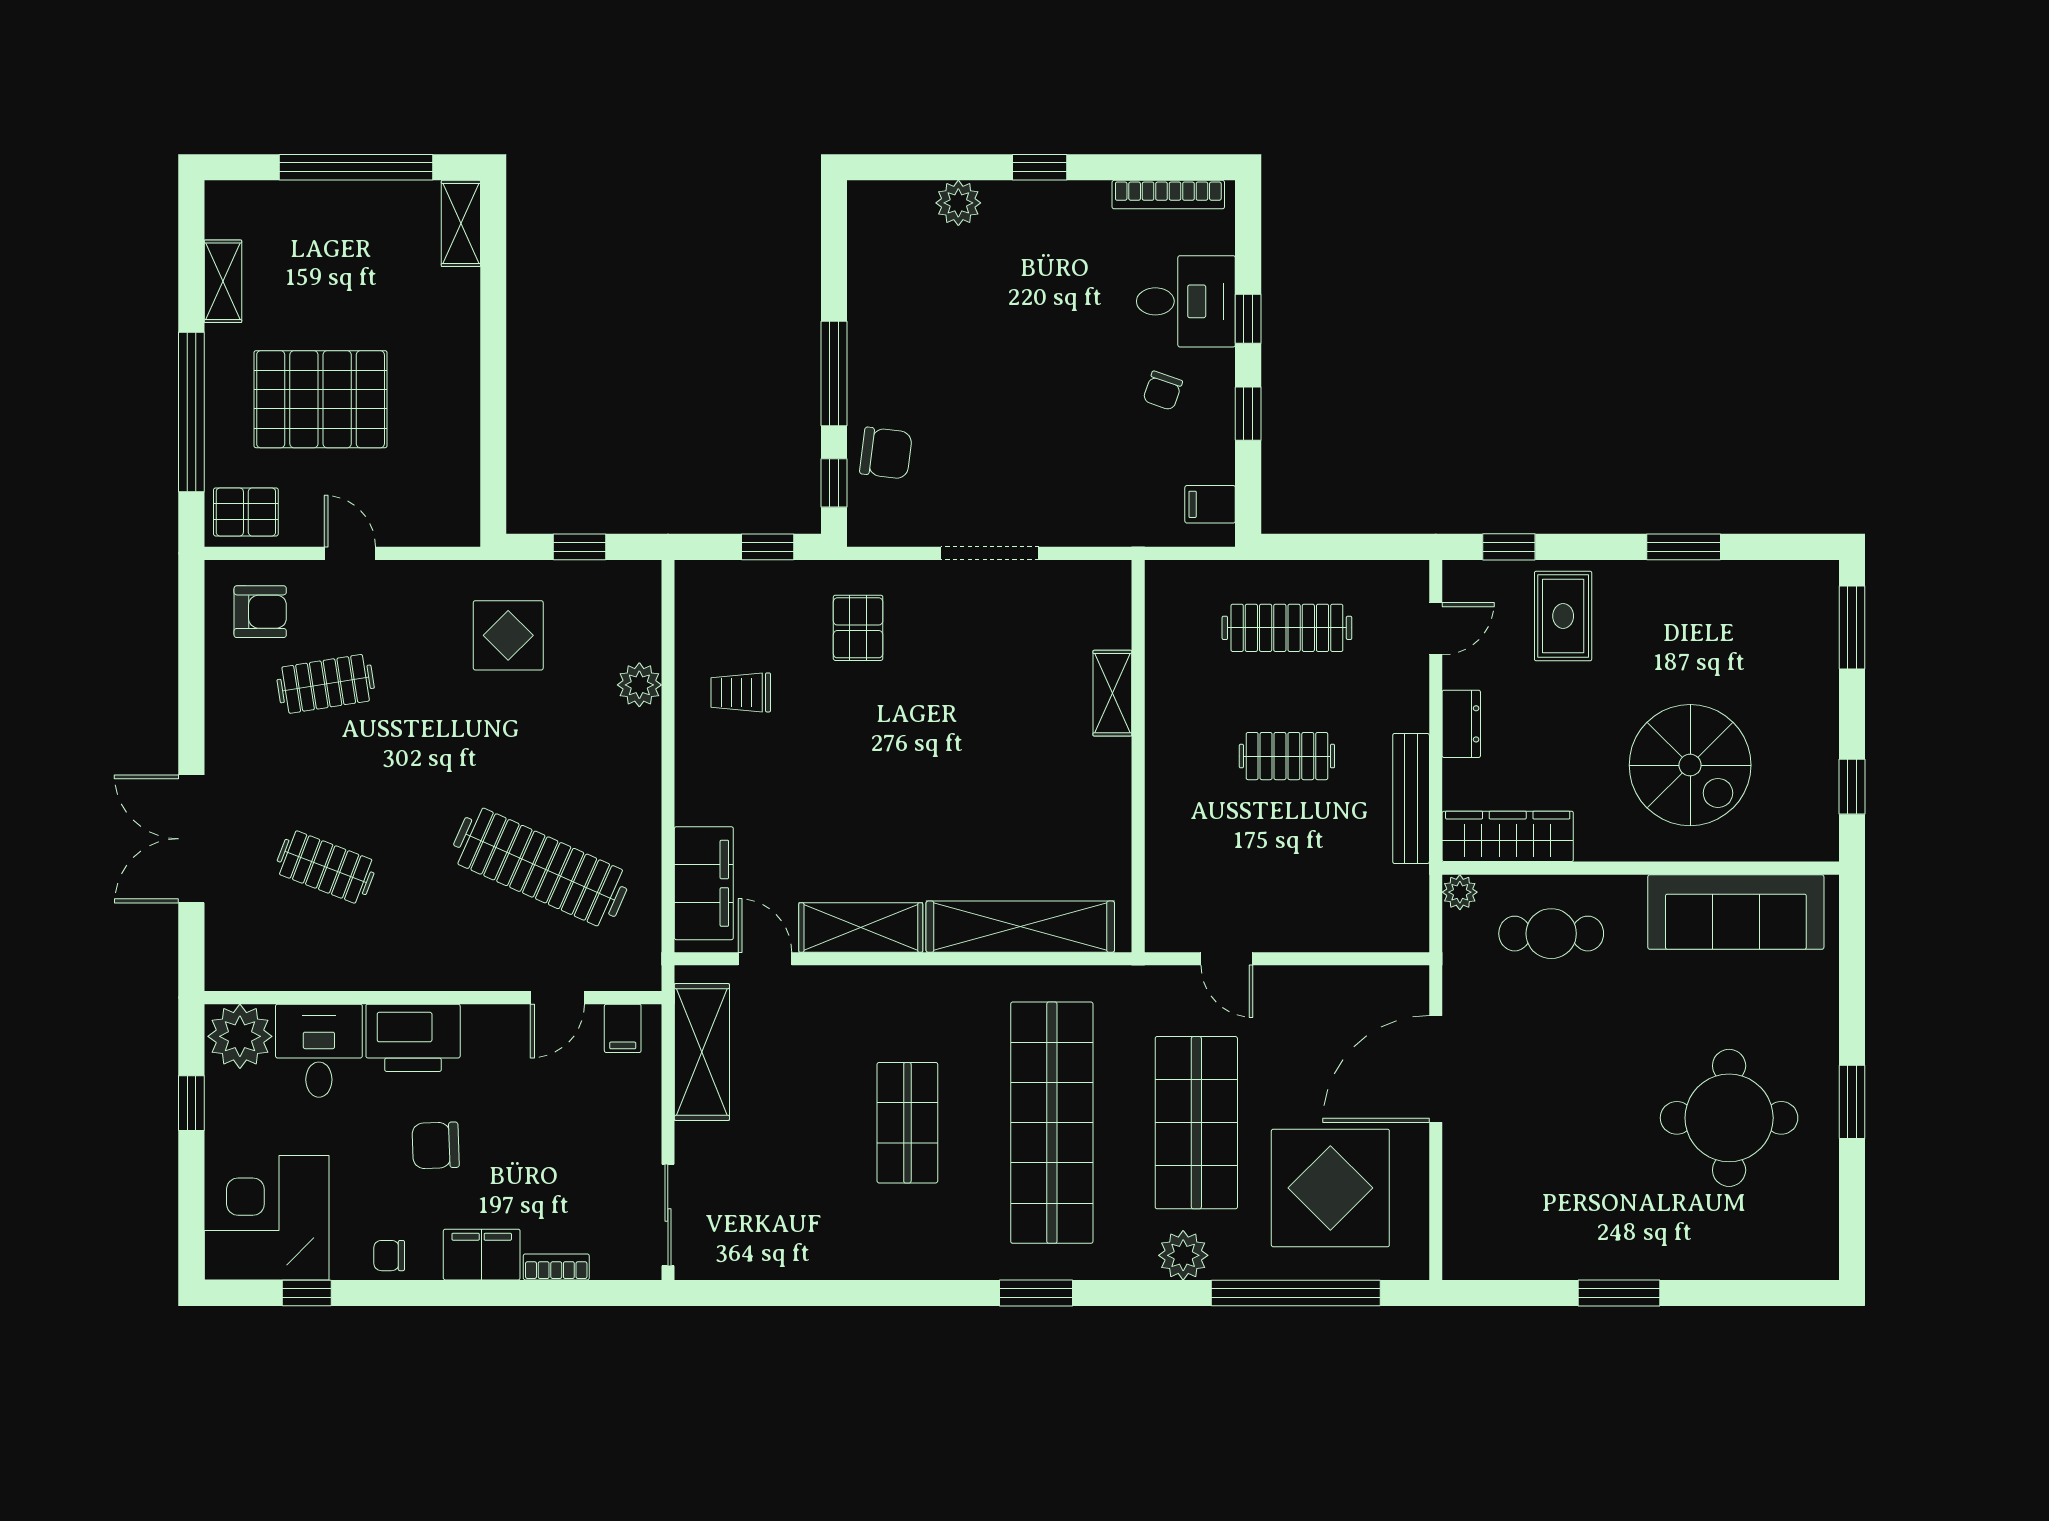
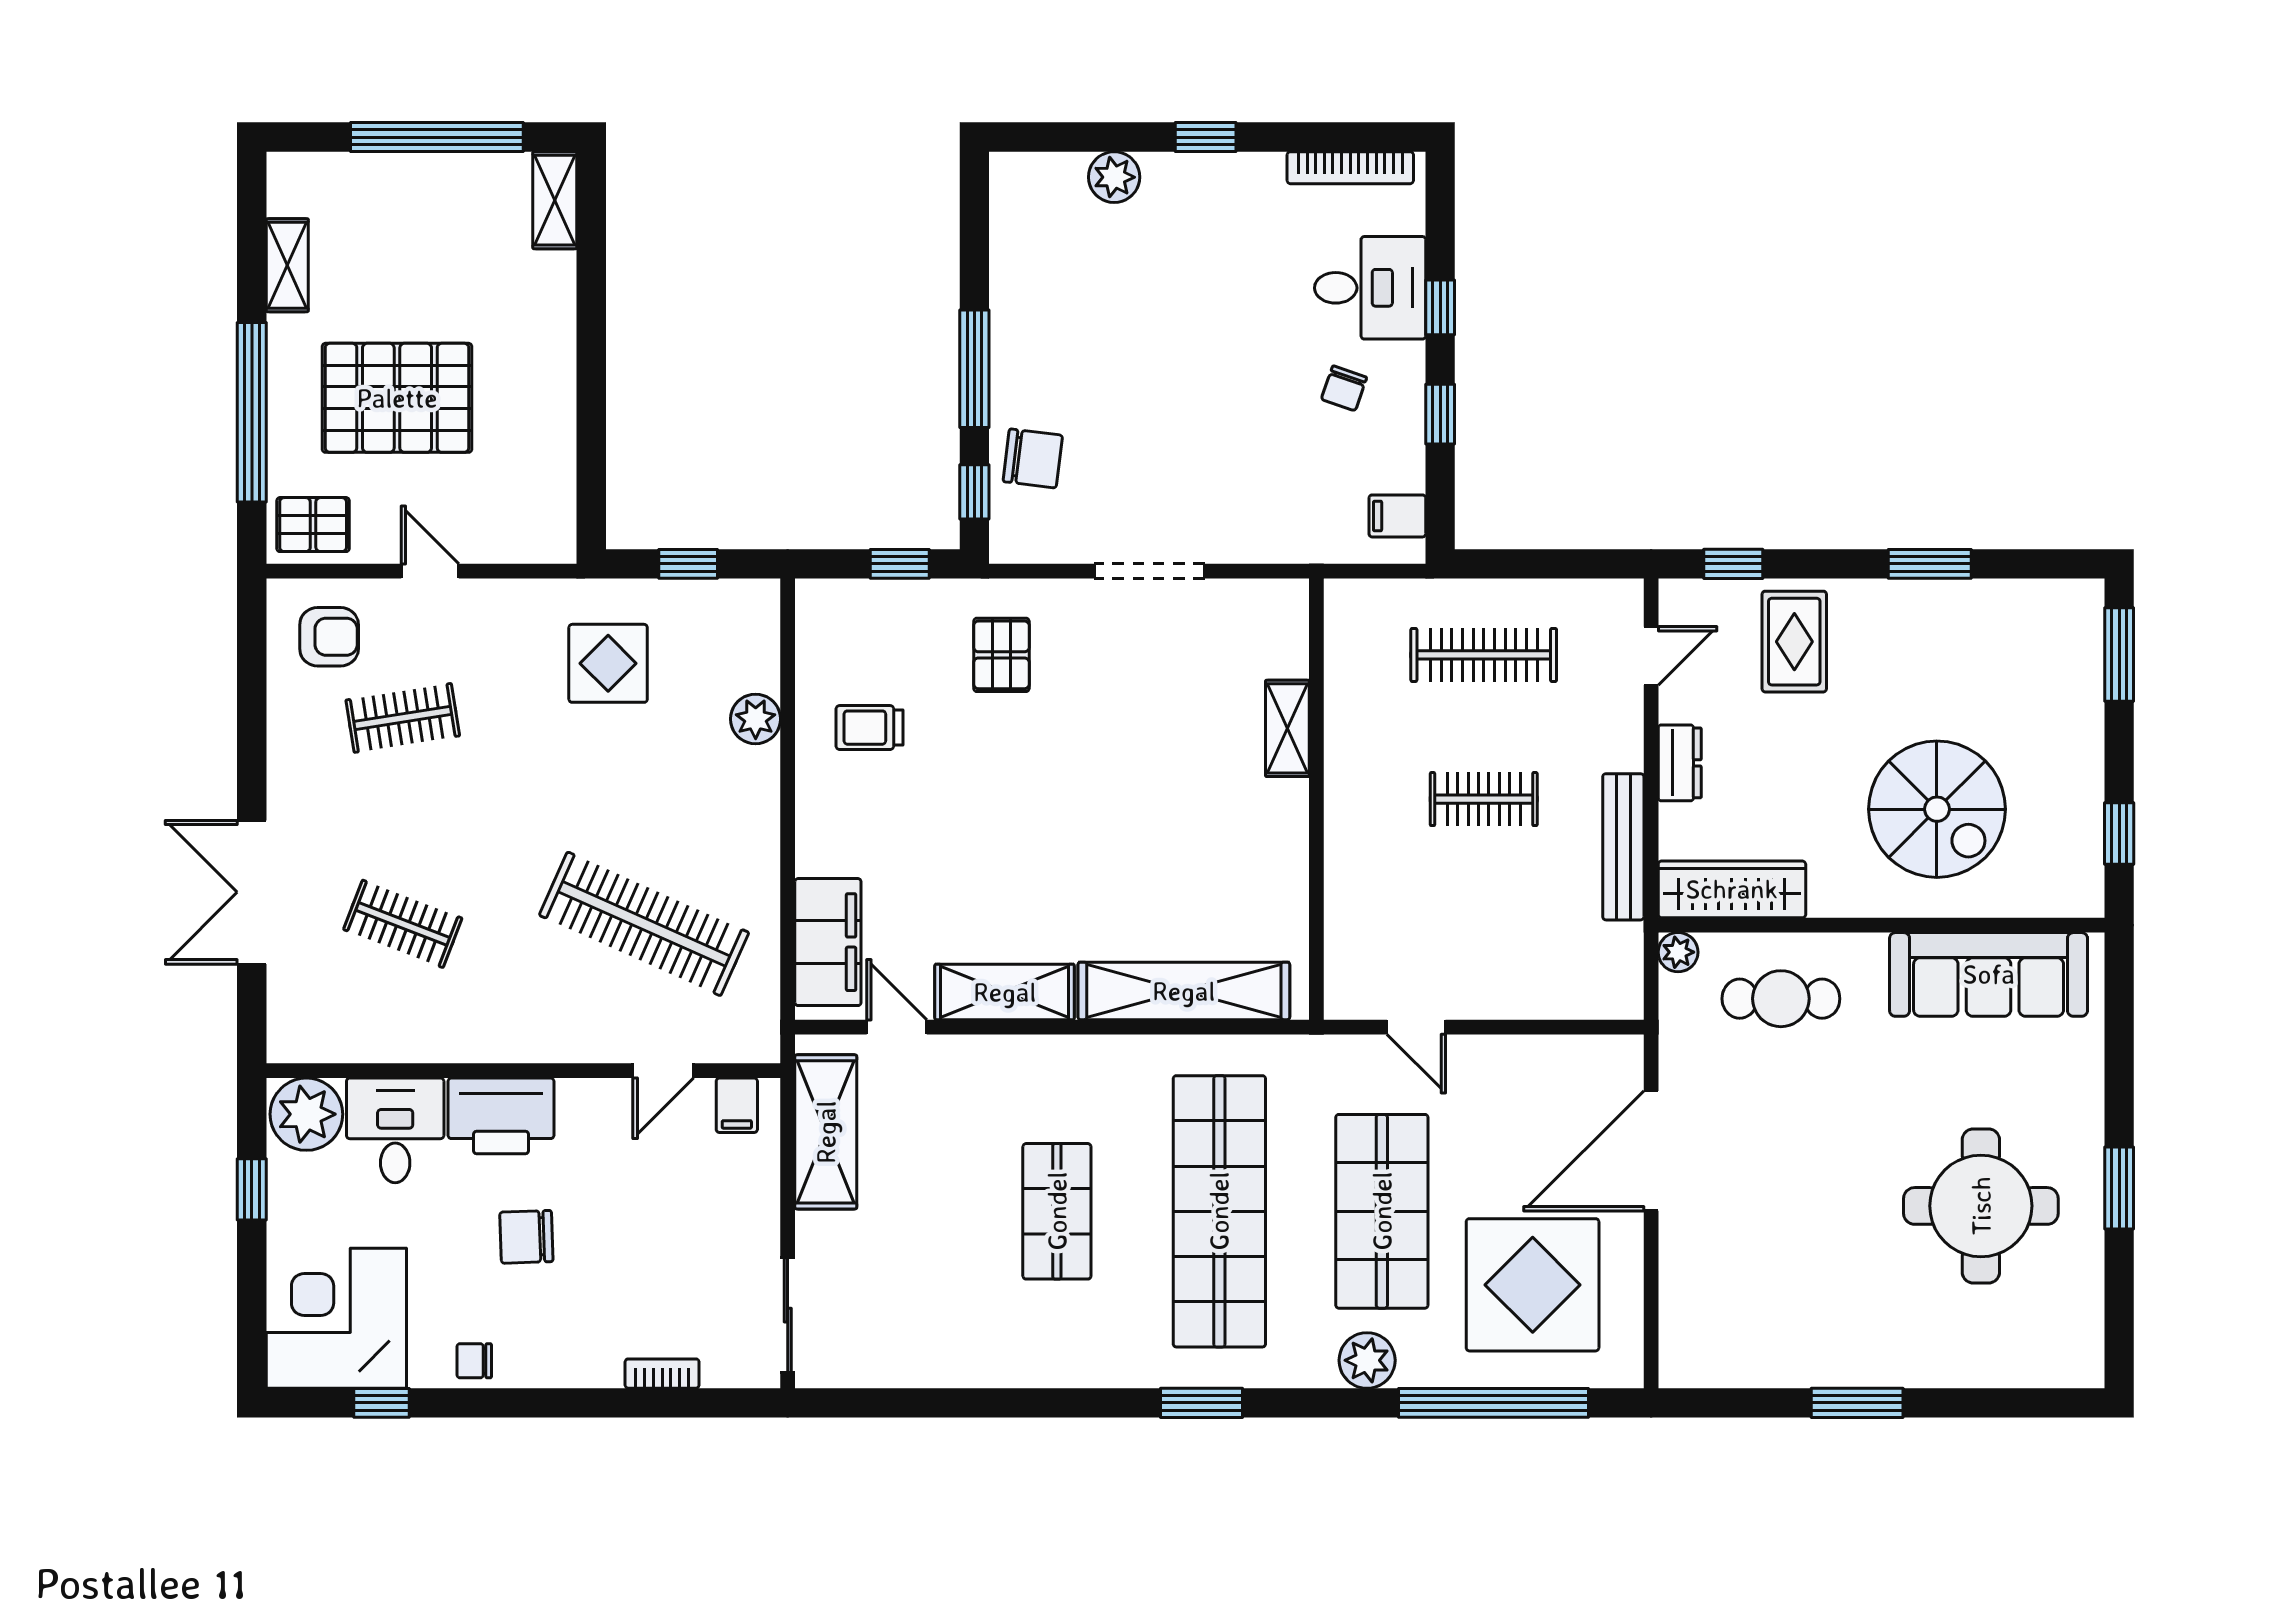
filing cabinet: (482, 1255) -> (578, 1360), removed

